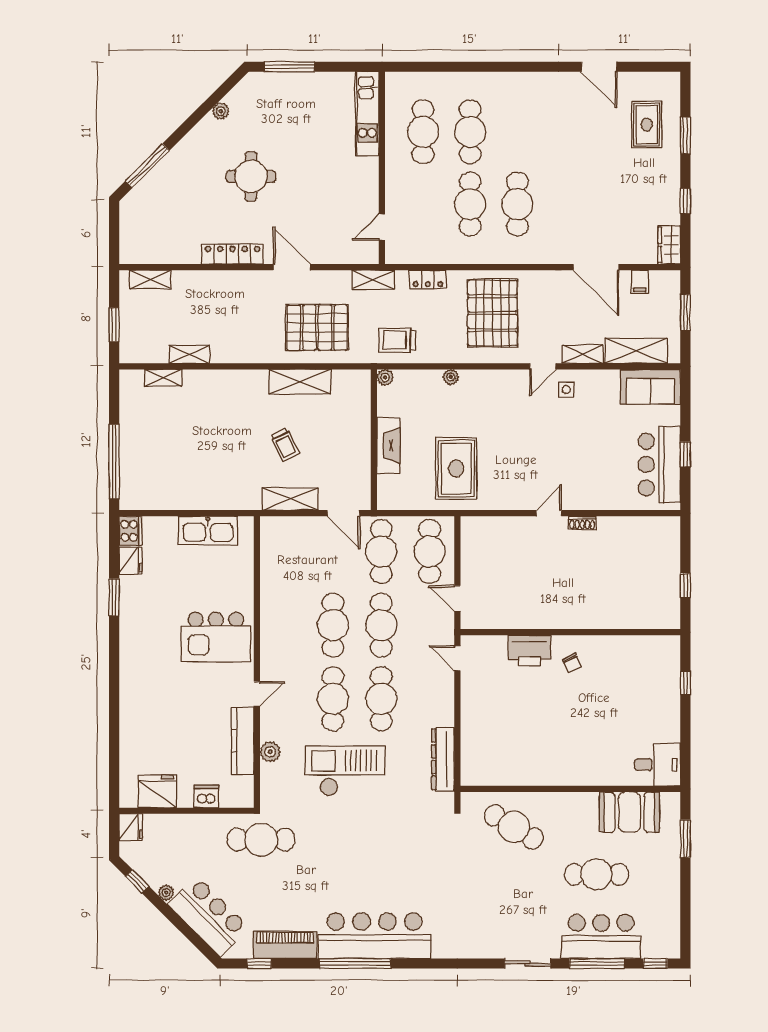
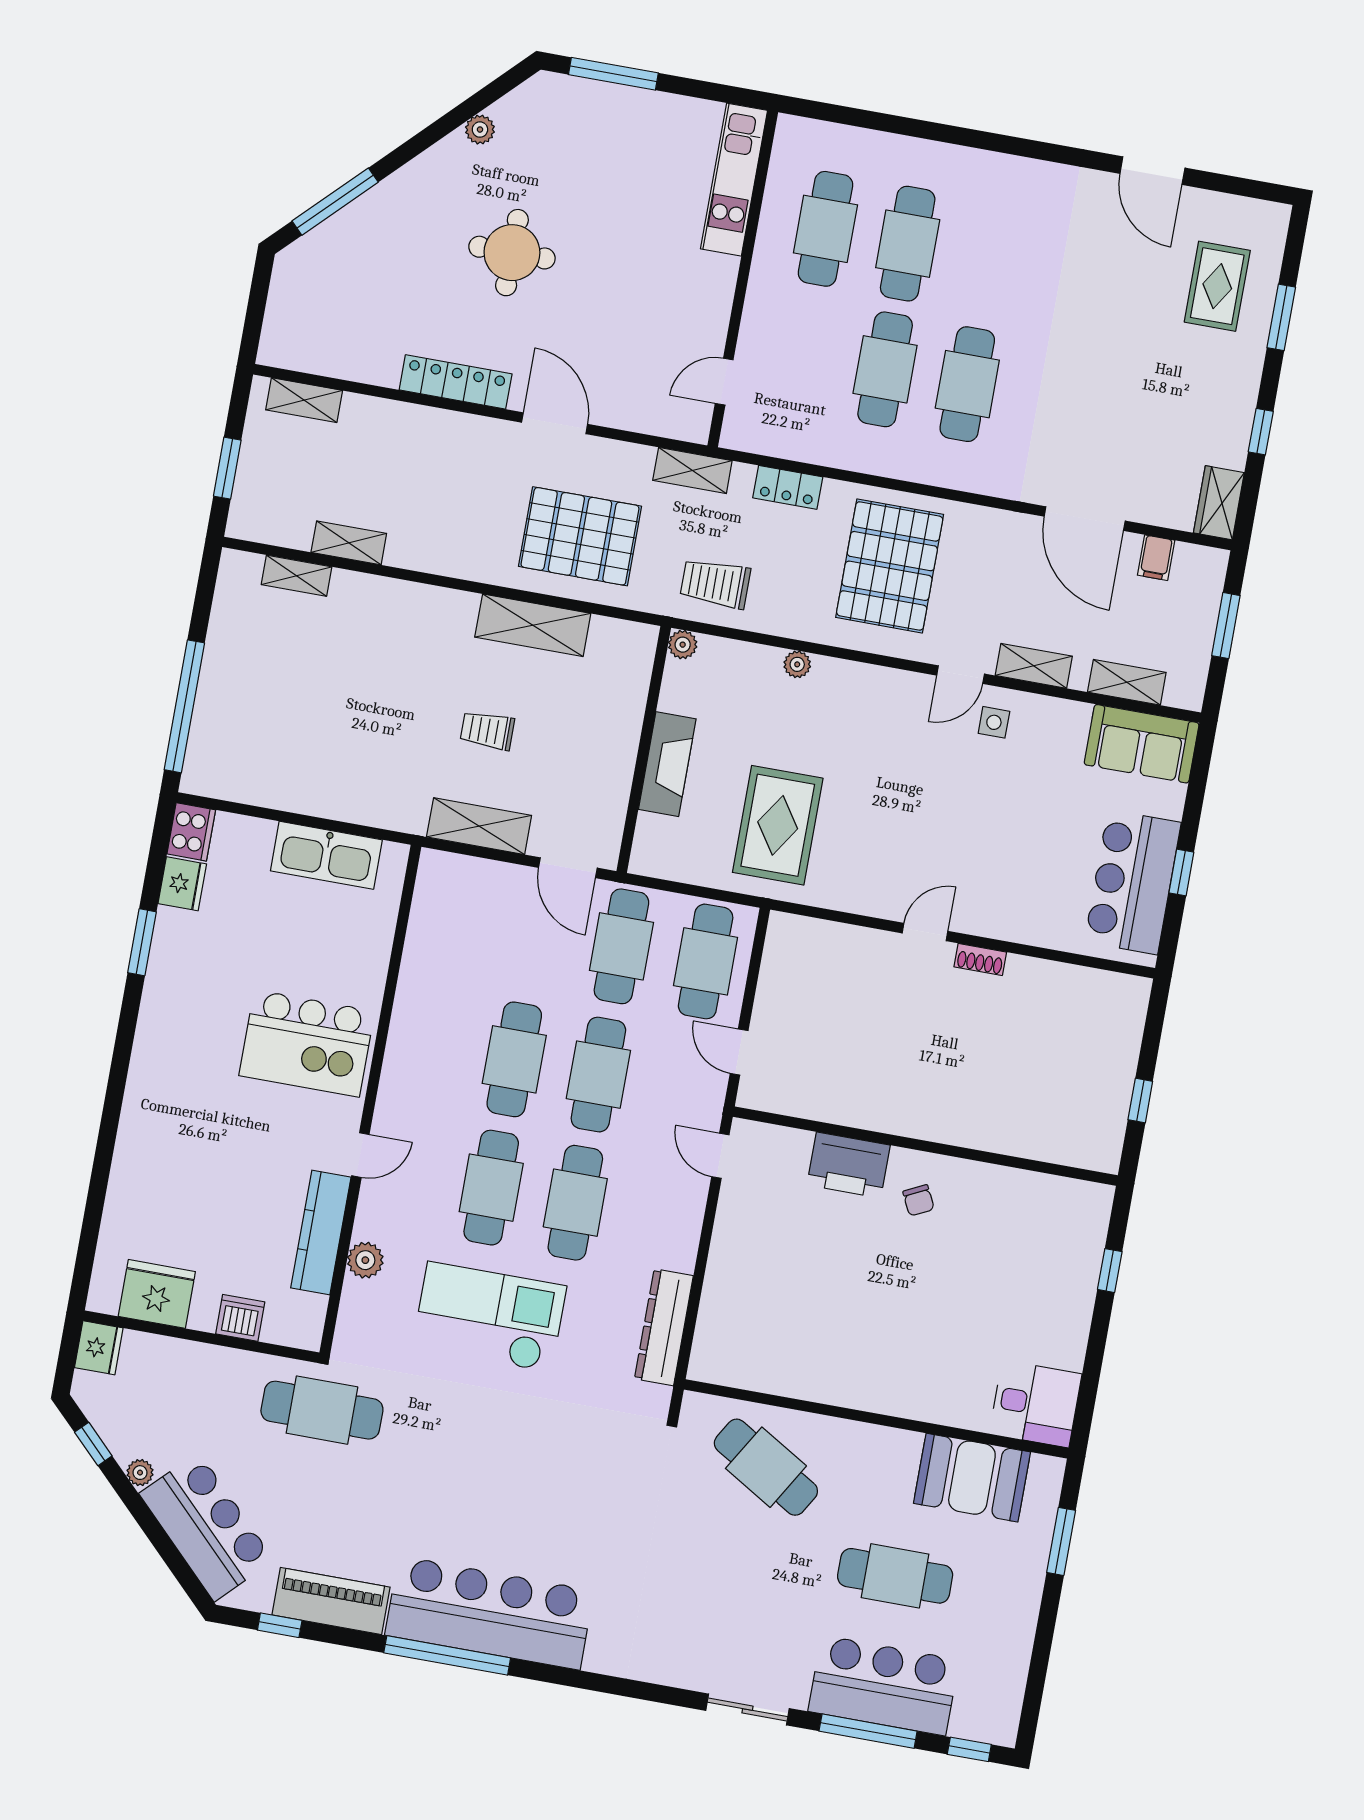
shelving: (636, 351) -> (1127, 682), width x0.67, depth x0.75
trolley: (285, 445) -> (487, 730), turned 116

